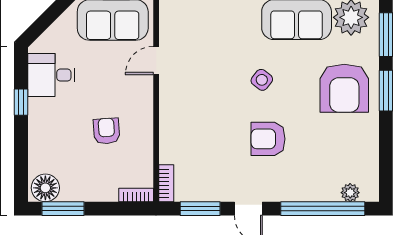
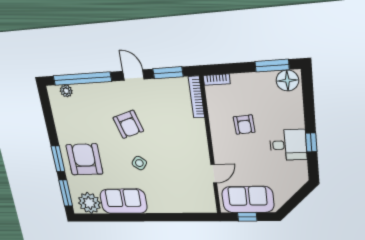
desk: (51, 75) -> (288, 145), moved
armchair: (268, 139) -> (128, 124), turned 73
bookcase: (166, 183) -> (196, 97), width x1.56

